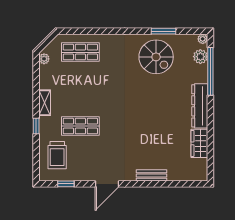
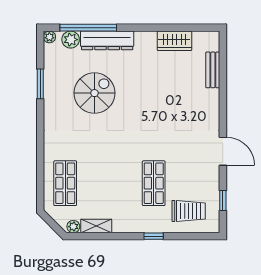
spiral stairs: (156, 57) -> (94, 93), moved
shelving: (45, 103) -> (96, 226), moved
dresser: (200, 106) -> (107, 40), moved
bench: (151, 175) -> (213, 70), moved

